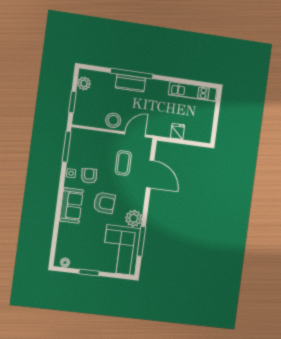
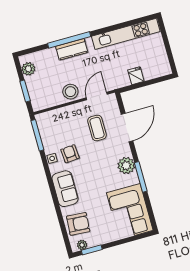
kitchen unit: (193, 92) -> (126, 34), width x1.36
door: (150, 174) -> (127, 128), hinge flipped
armchair: (104, 203) -> (78, 224), moved
plant: (134, 218) -> (126, 166), moved
window: (141, 241) -> (141, 177), moved
window: (89, 273) -> (92, 250), moved

